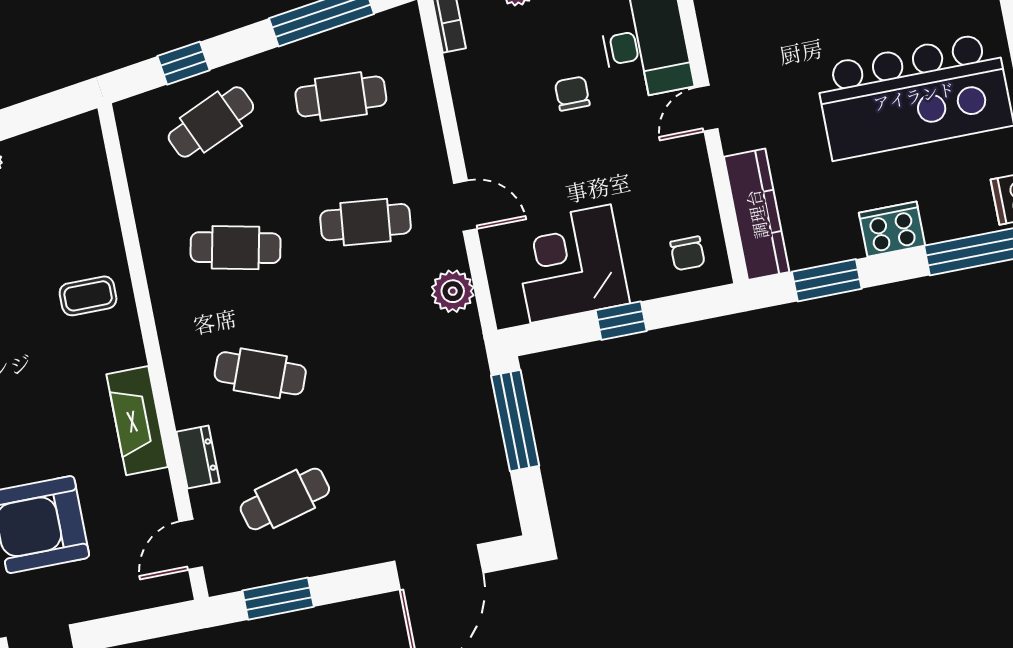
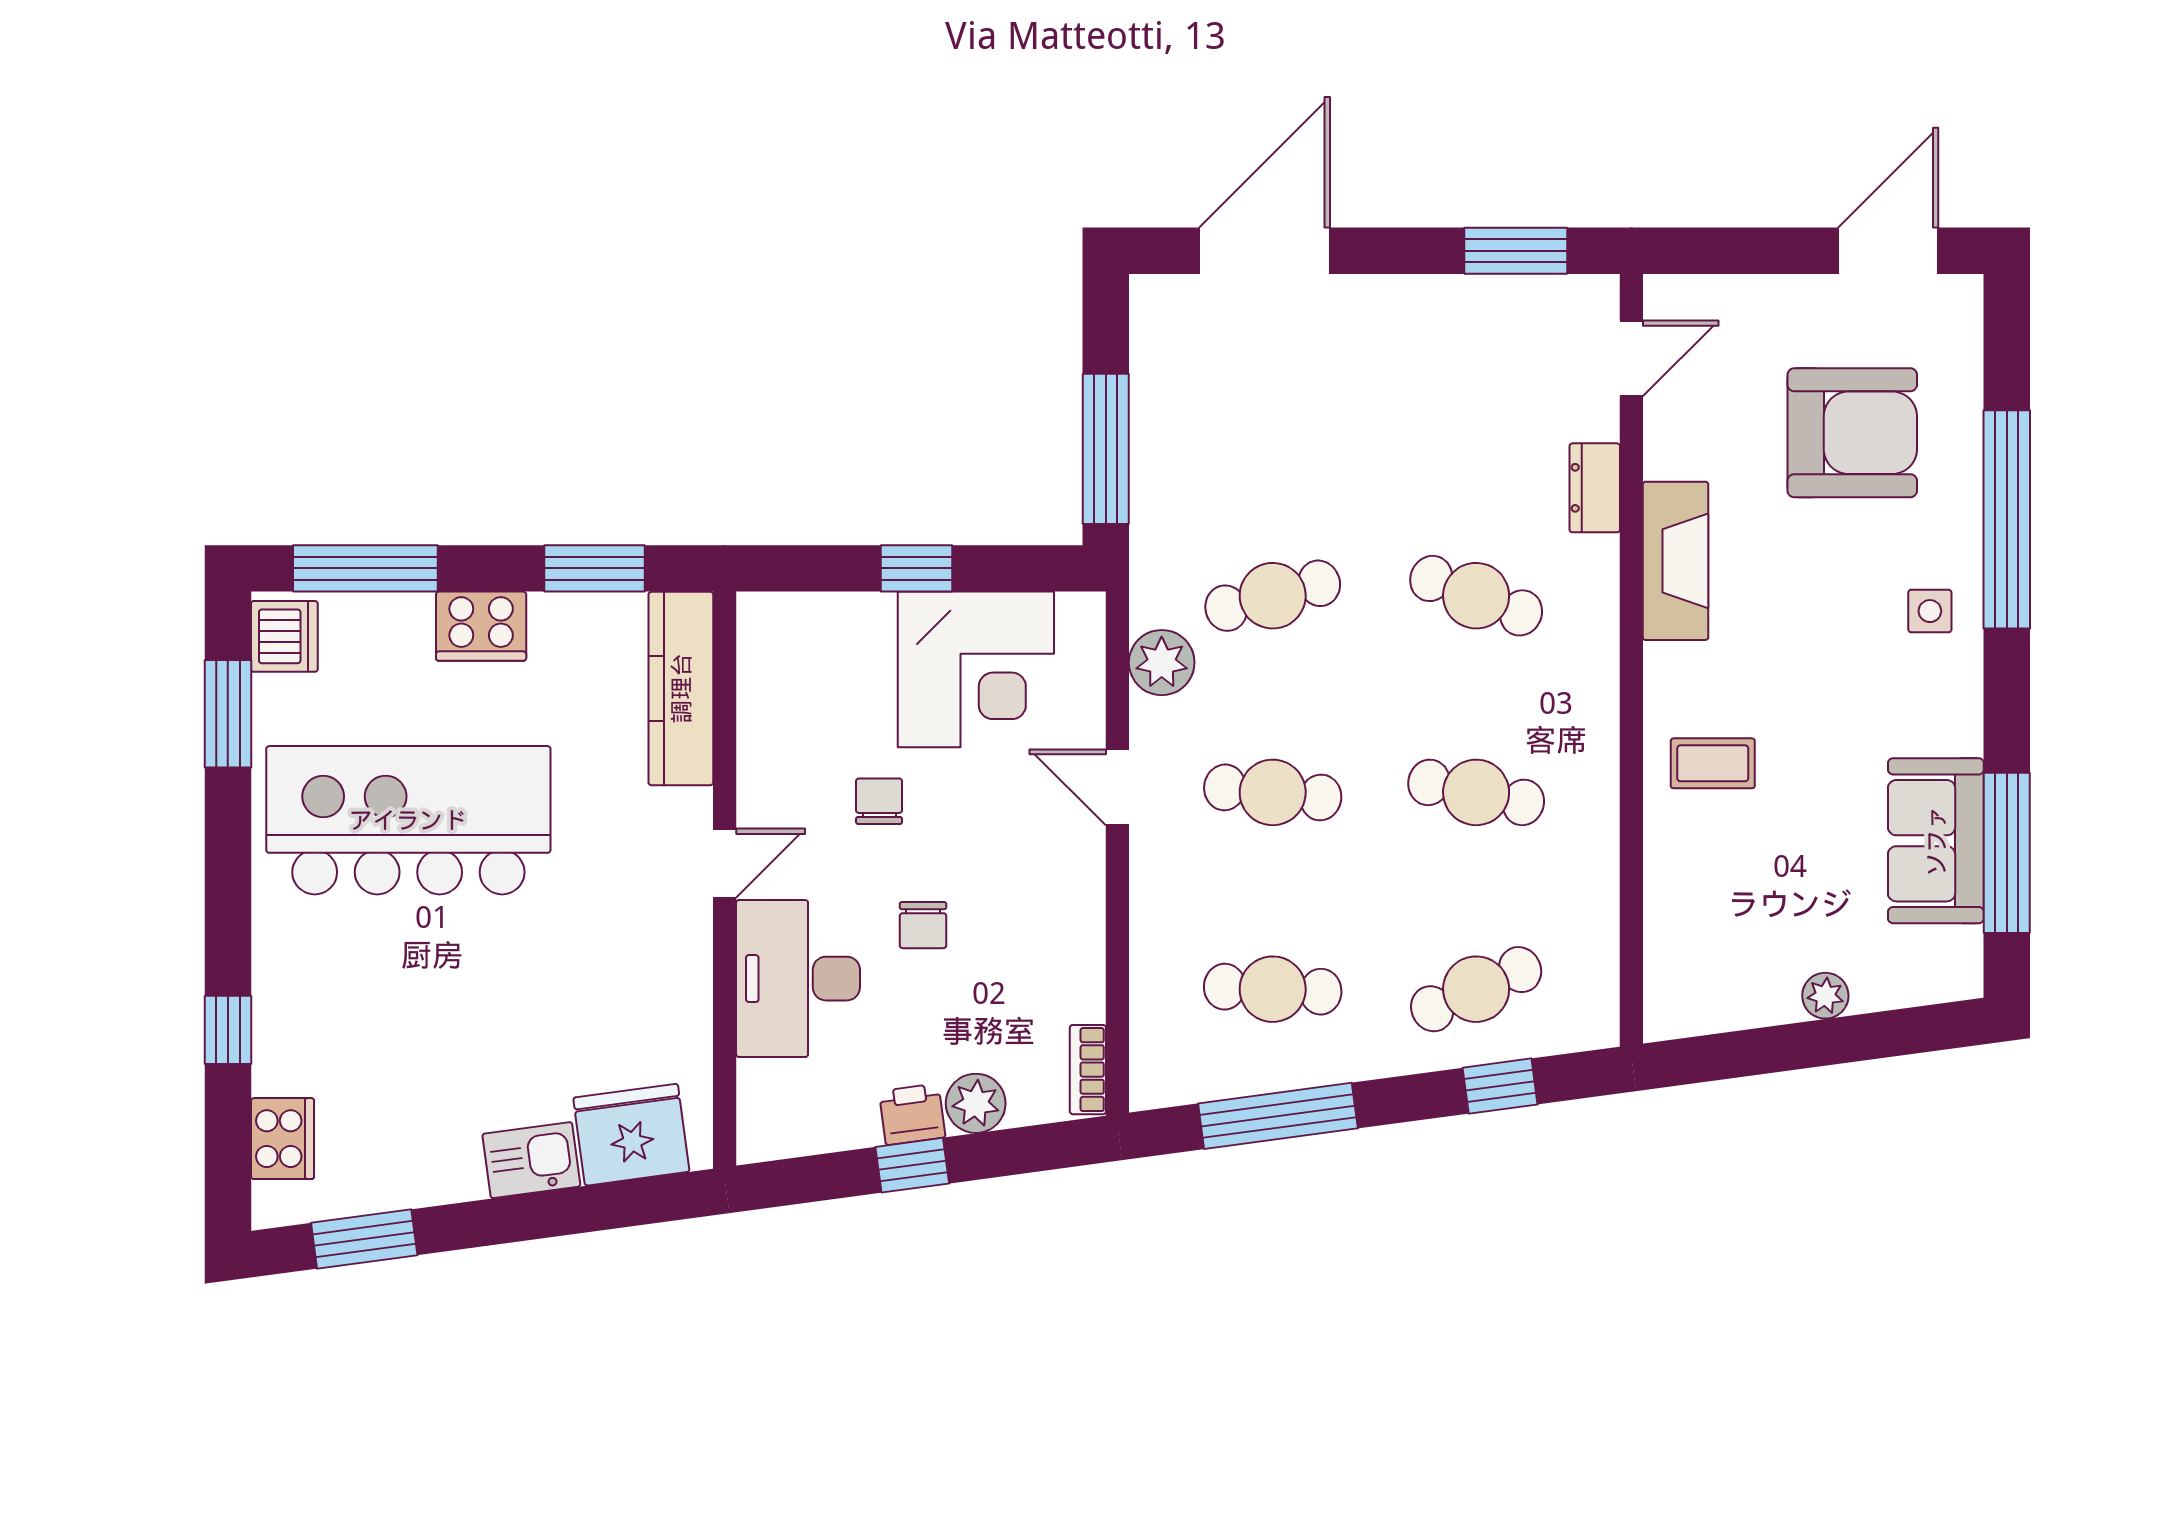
chair: (688, 253) -> (879, 801), moved
cafe table: (285, 499) -> (1273, 596), moved

